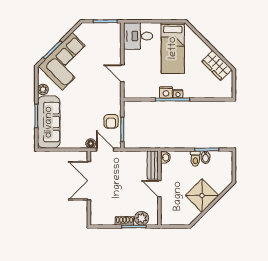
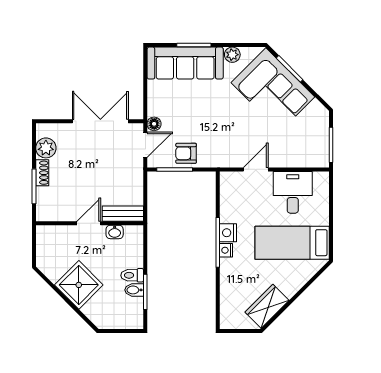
desk: (138, 36) -> (293, 192), moved
washbasin: (165, 157) -> (115, 232), moved
plant: (142, 218) -> (46, 148), moved

